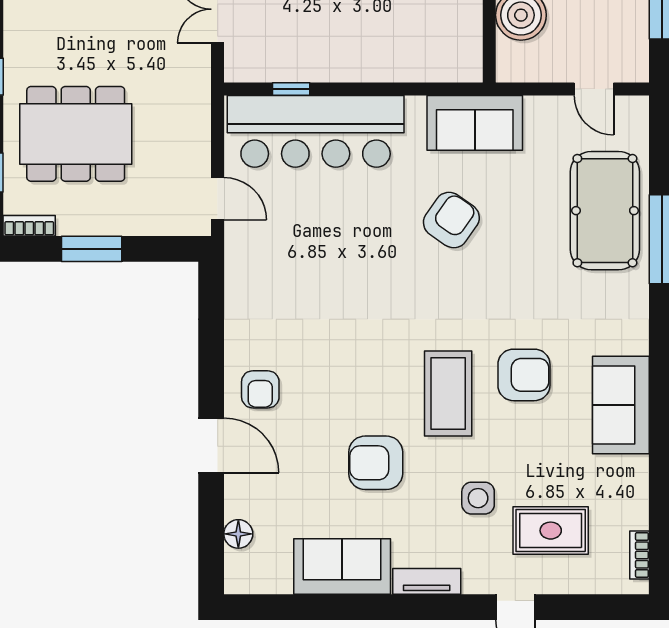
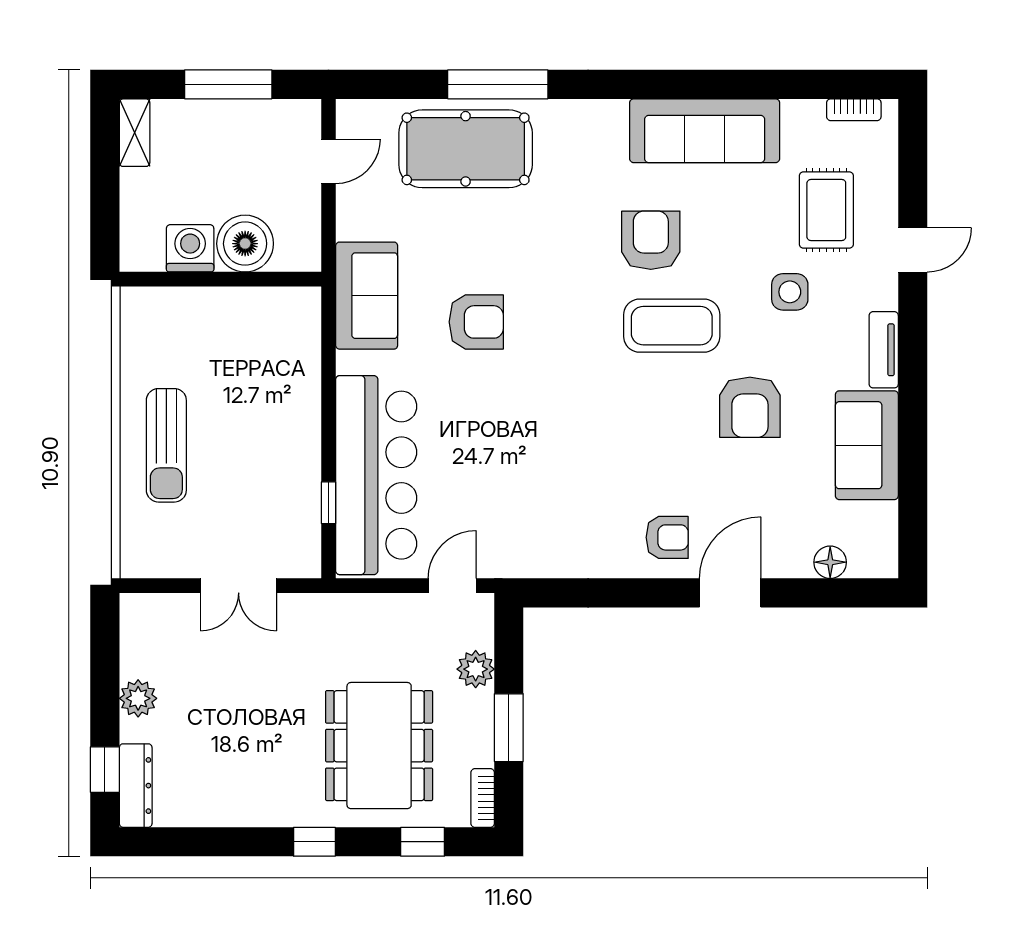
plant: (144, 220) -> (476, 669), added
armchair: (451, 220) -> (476, 322), turned 145
sofa: (621, 405) -> (705, 131), width x1.36

